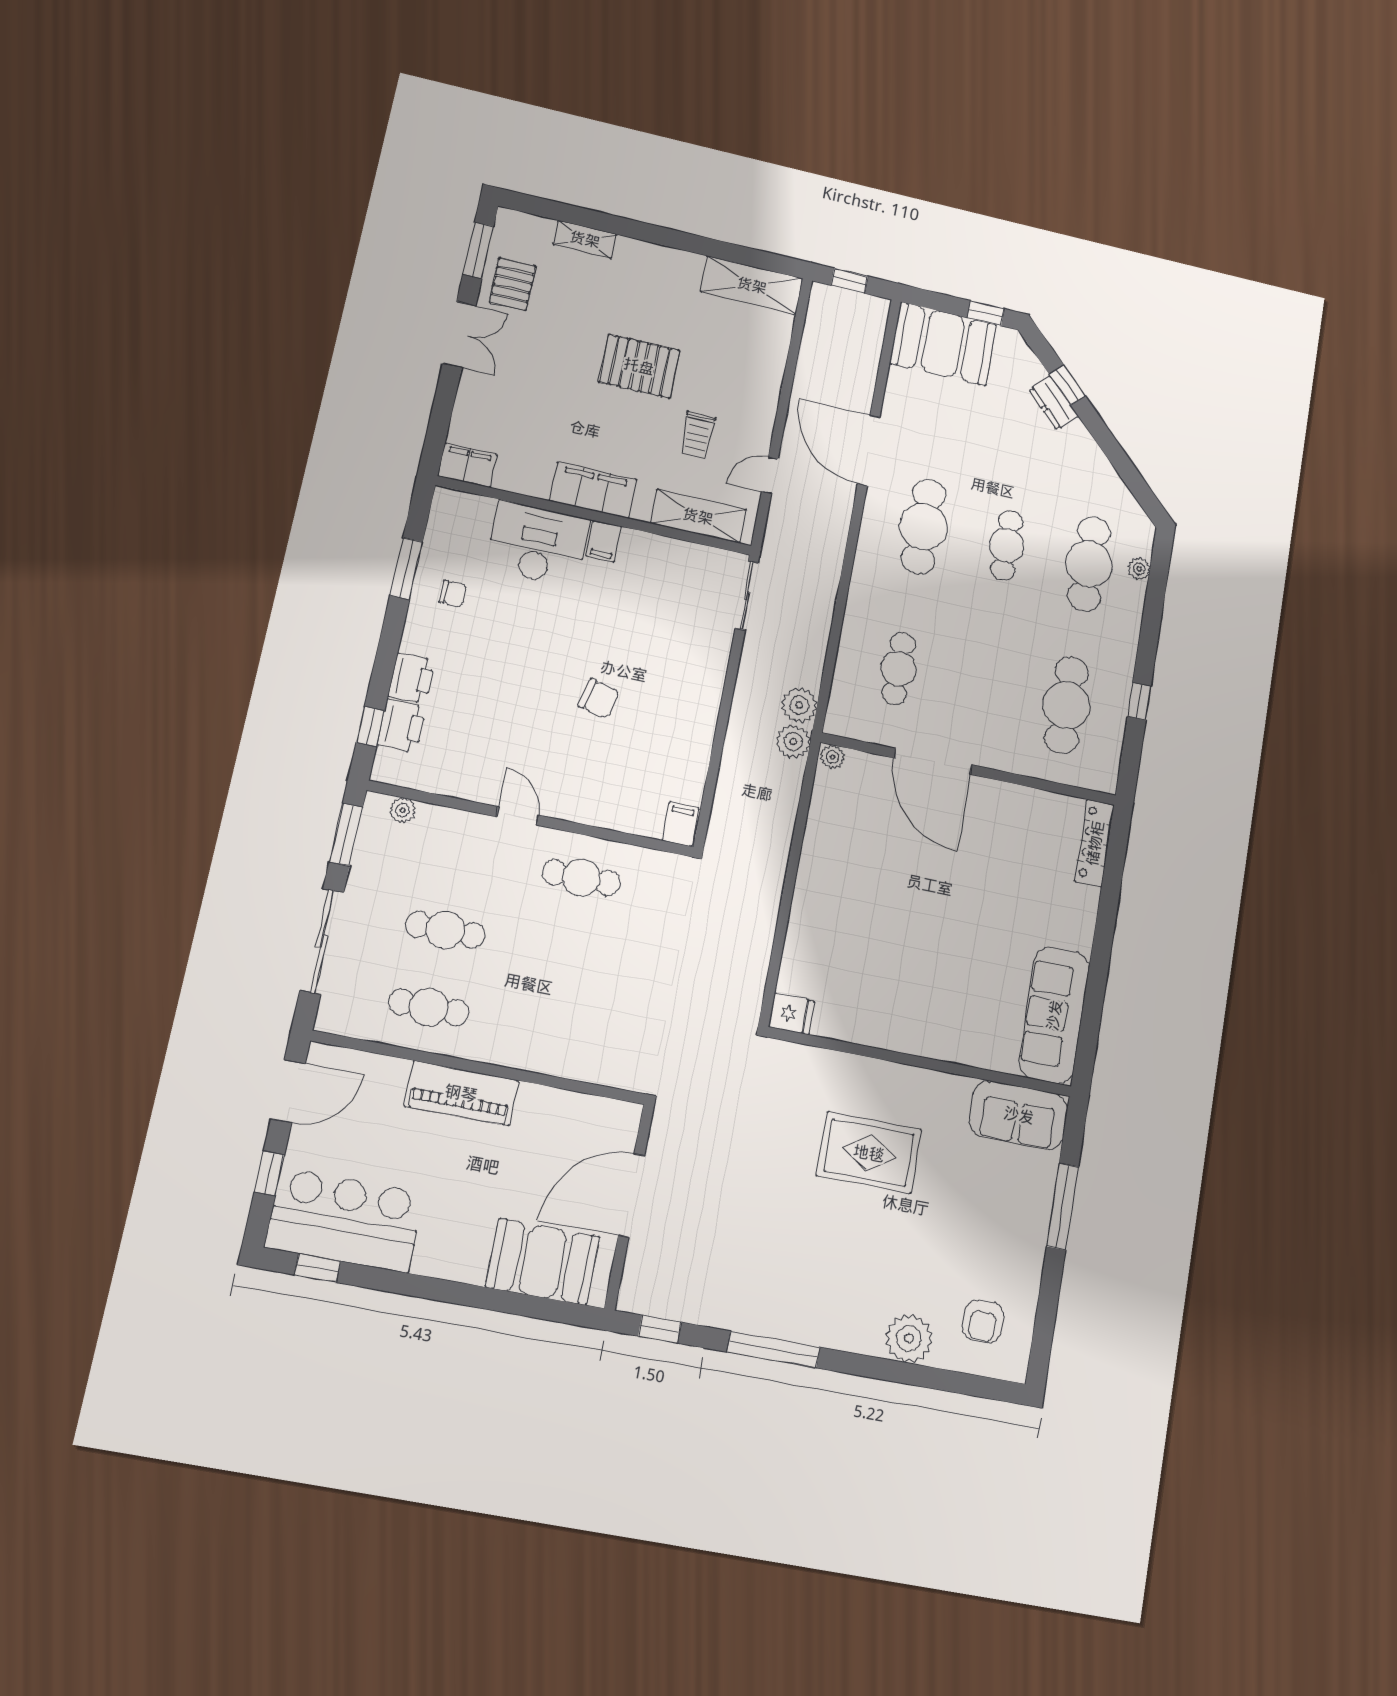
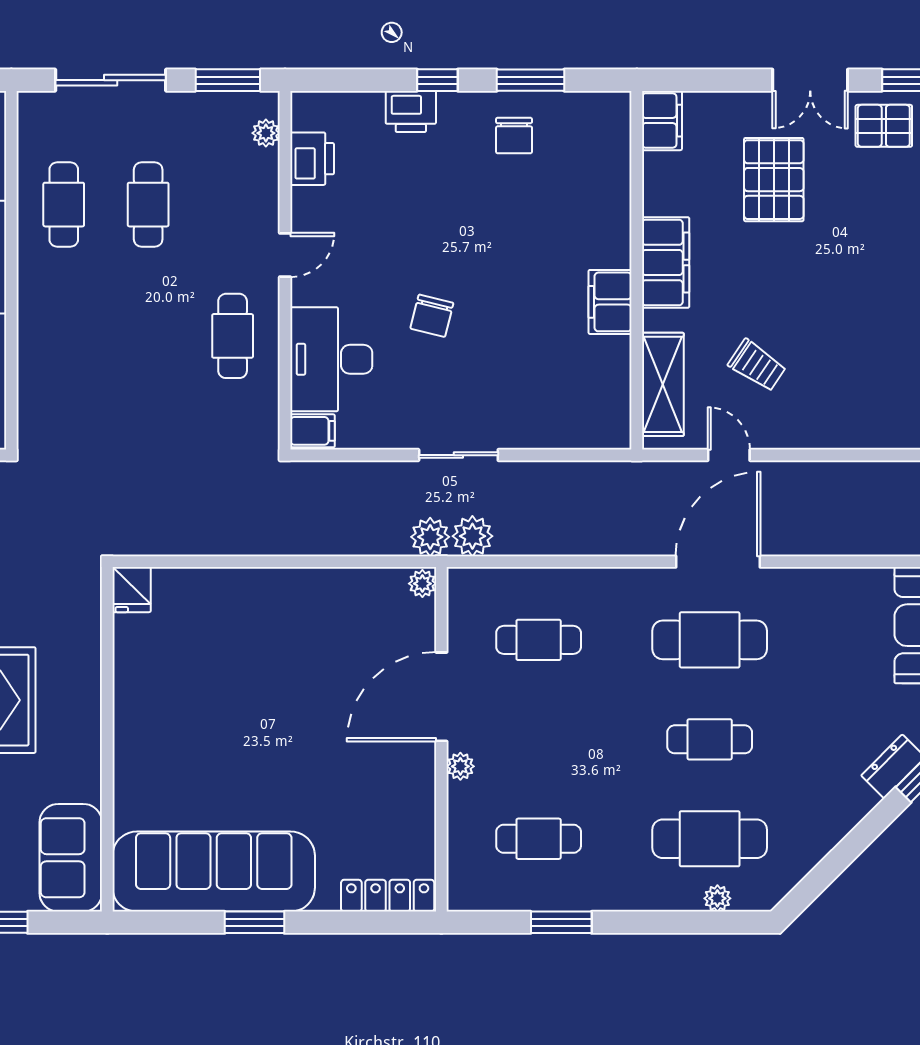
pallet: (639, 366) -> (774, 180), moved
trolley: (698, 435) -> (757, 365), turned -146
door: (869, 450) -> (718, 562), moved
filing cabinet: (604, 541) -> (610, 302), width x2.00
desk: (538, 544) -> (331, 359), moved, turned 180
chair: (453, 593) -> (514, 135), width x1.37, depth x1.37
sliding door: (747, 595) -> (458, 455), moved
window: (1139, 701) -> (561, 922), width x1.50
cafe table: (1067, 705) -> (539, 839), width x0.73, depth x0.74
printer: (402, 726) -> (312, 159), moved, turned -90
window: (370, 727) -> (437, 80), moved
plant: (995, 758) -> (460, 766), added
window: (1100, 963) -> (254, 922), added
sofa: (1054, 1015) -> (214, 872), width x1.36, depth x1.27

